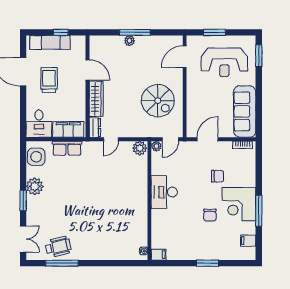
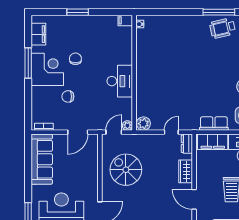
wardrobe: (96, 99) -> (186, 171), width x0.67
filing cabinet: (248, 241) -> (38, 34), width x2.00

